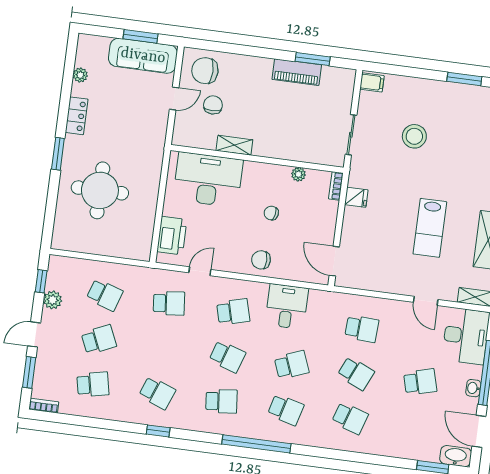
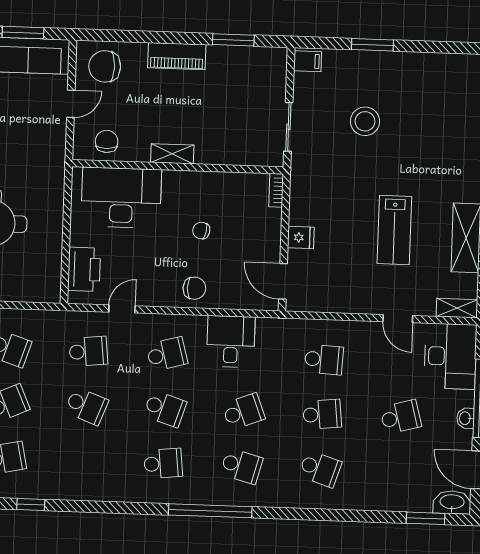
piano: (297, 72) -> (177, 56), moved
window: (464, 79) -> (372, 45), moved
chair: (213, 105) -> (107, 141), moved
shelving: (234, 145) -> (172, 154), moved
plant: (299, 174) -> (230, 181), removed
fridge: (356, 197) -> (301, 237), moved
chair: (261, 260) -> (194, 288), turned 180
school desk: (356, 373) -> (322, 414), turned -30
school desk: (157, 393) -> (86, 406), moved
window: (158, 431) -> (31, 505), moved

